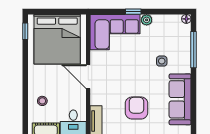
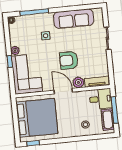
door: (88, 77) -> (63, 91), swing flipped
plant: (97, 97) -> (78, 82), added
armchair: (137, 108) -> (69, 60), moved

